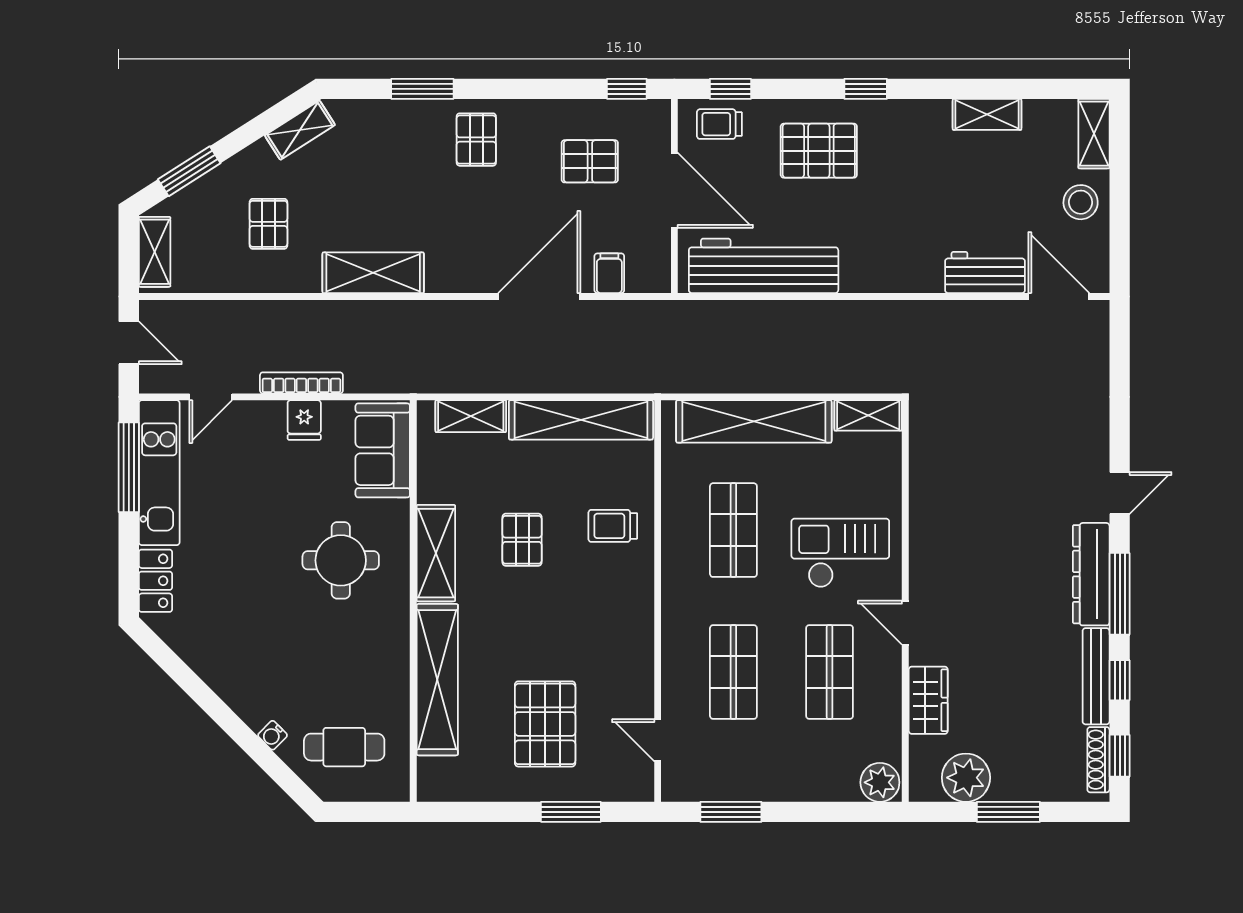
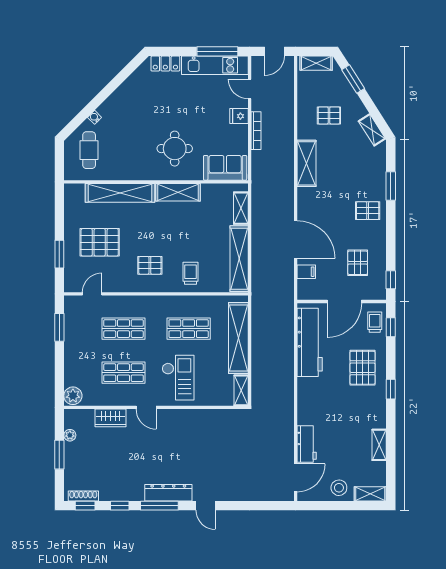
fridge: (304, 420) -> (239, 116), moved
pallet: (522, 540) -> (150, 265), moved
door: (905, 623) -> (146, 407), swing flipped
bench: (1096, 676) -> (122, 495), removed
plant: (966, 778) -> (70, 435), width x0.53, depth x0.53

